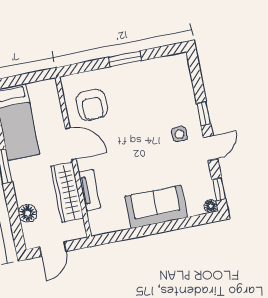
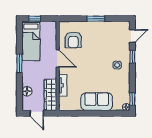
window: (16, 81) -> (35, 19), added
door: (211, 148) -> (132, 36), moved
wardrobe: (67, 192) -> (50, 95), moved
door: (53, 249) -> (37, 113), hinge flipped

